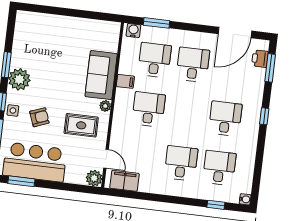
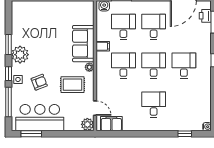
desk: (219, 168) -> (154, 66), moved

